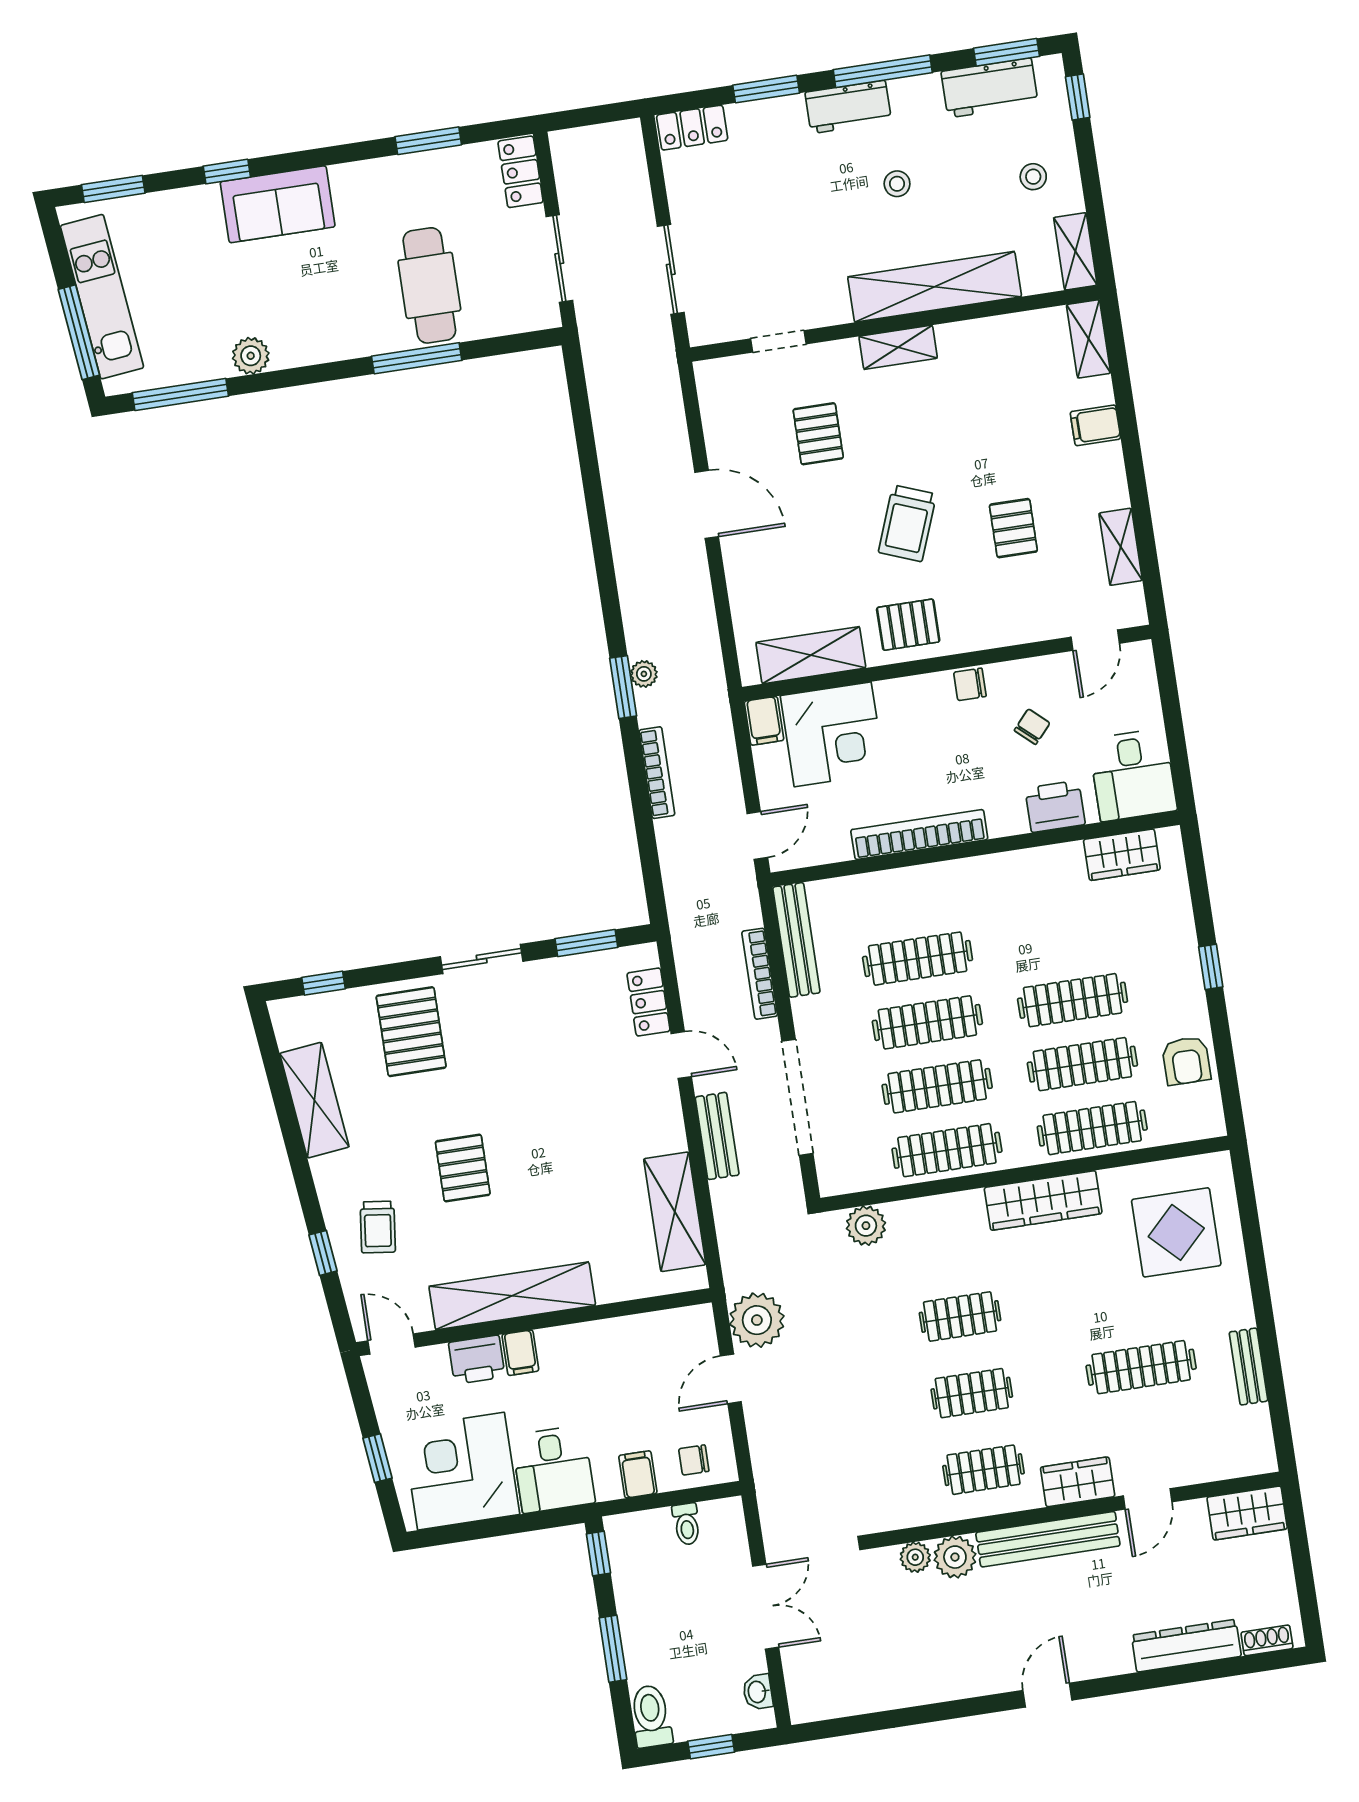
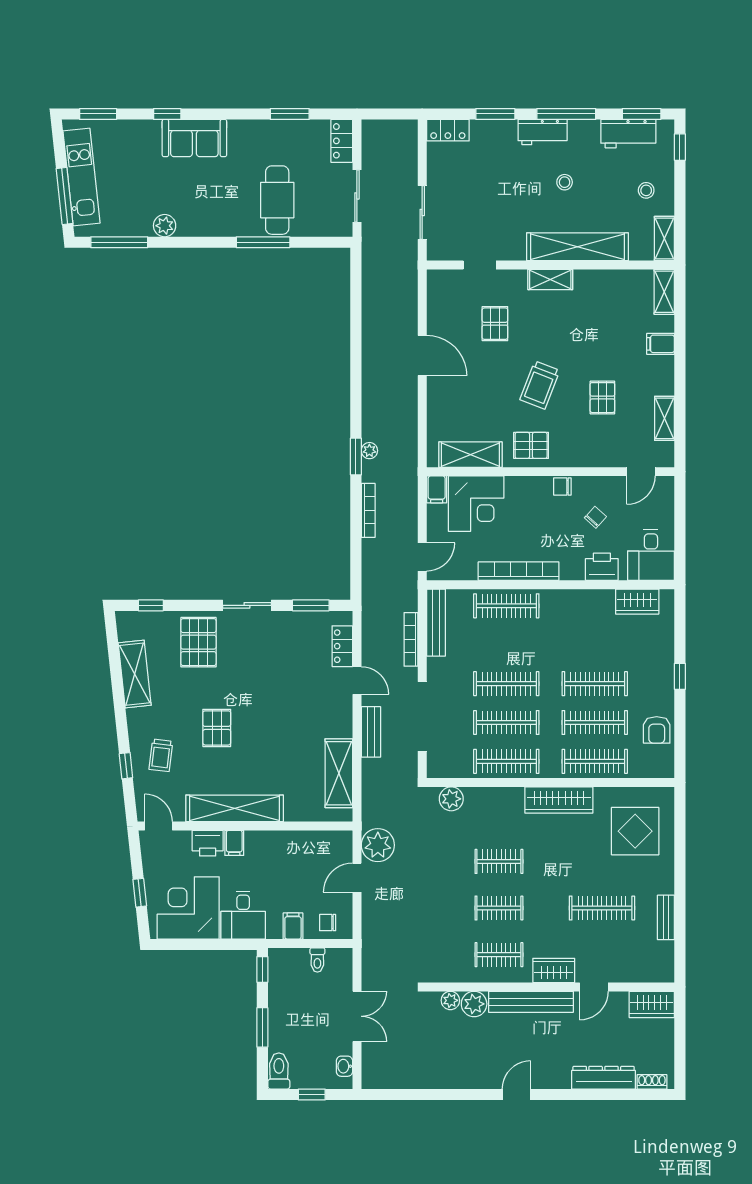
clothes rail: (918, 959) -> (506, 606), moved

